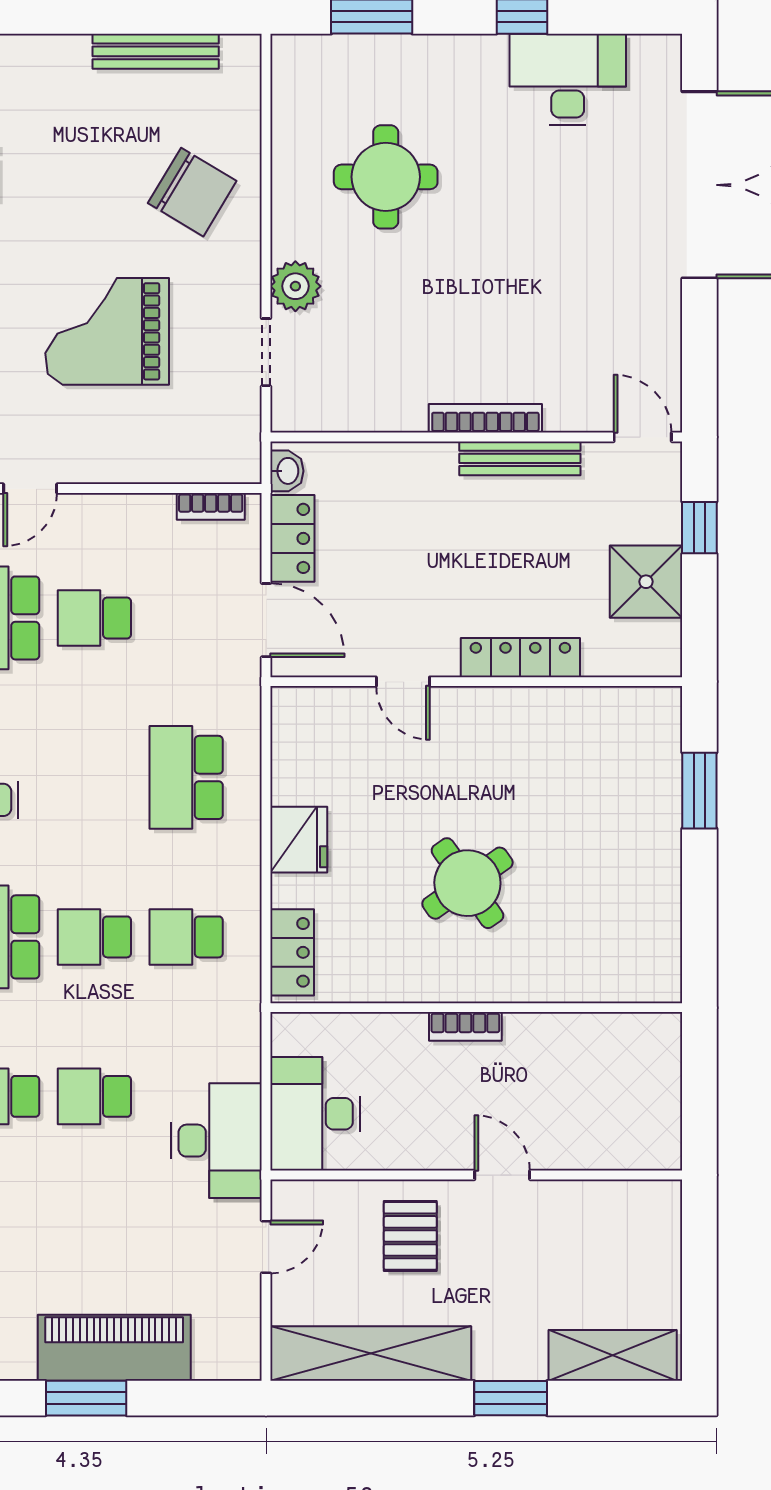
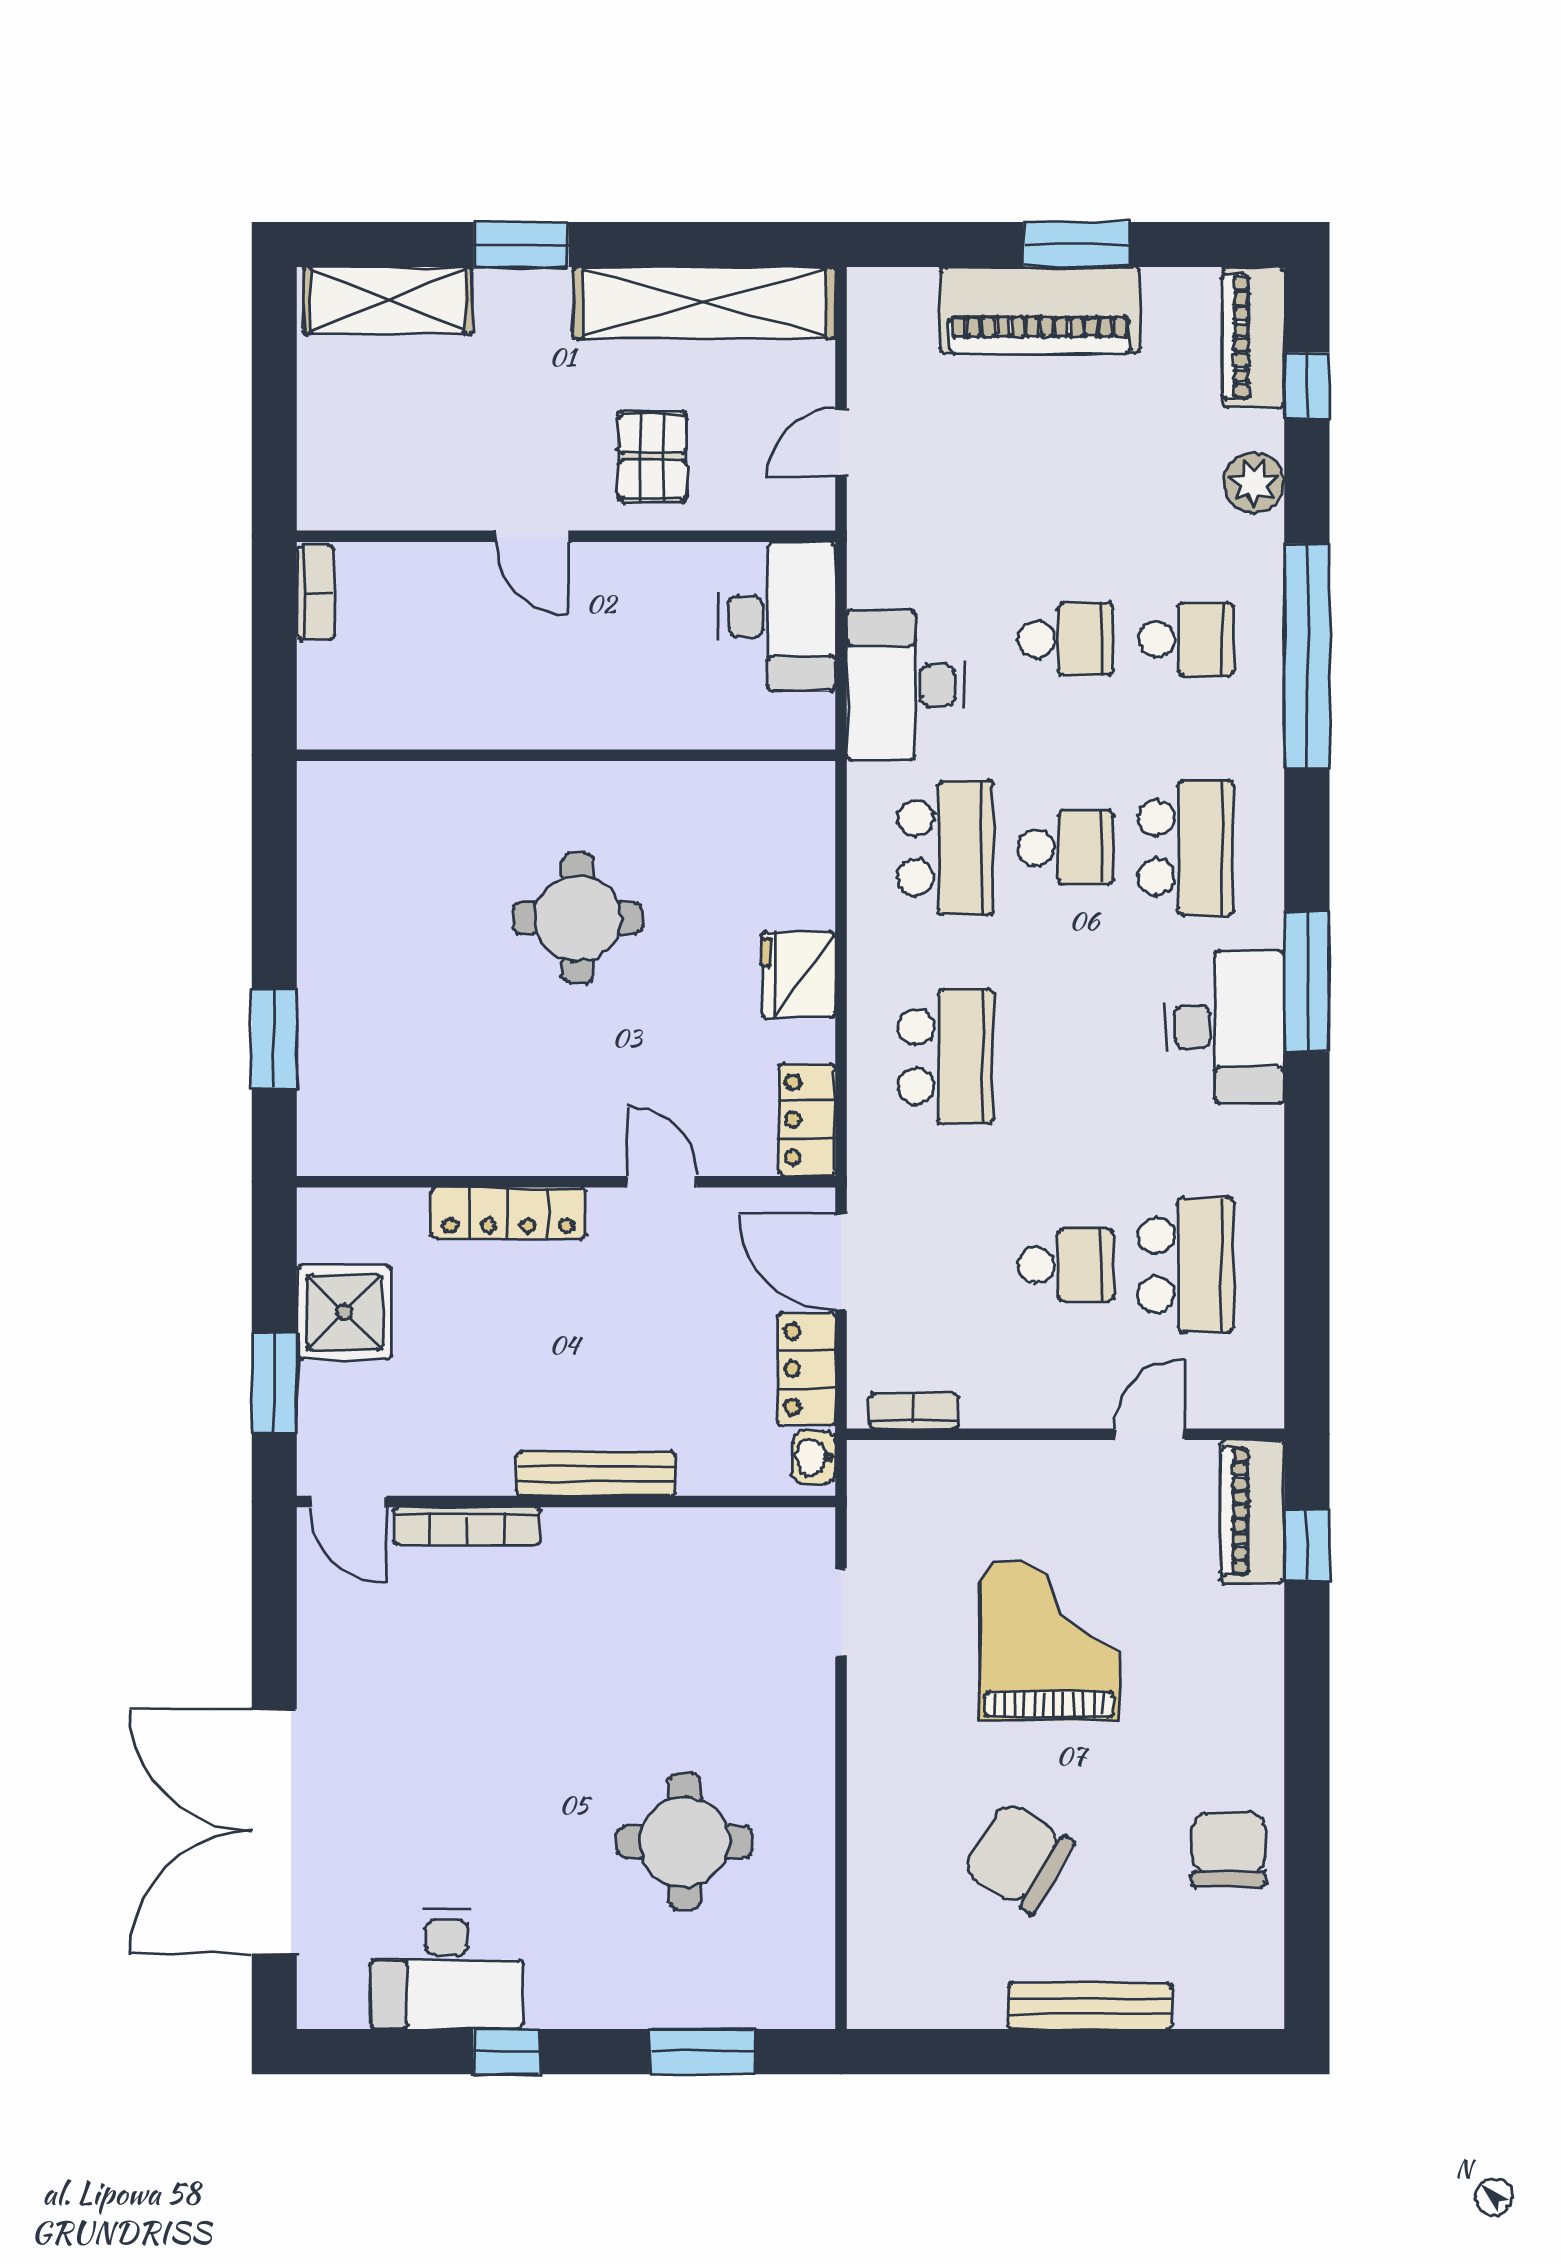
bench: (156, 51) -> (1090, 2006), moved
chair: (192, 192) -> (1019, 1857), moved
plant: (295, 286) -> (803, 1699), removed
grand piano: (107, 331) -> (1049, 1640), turned -90
bookcase: (485, 418) -> (467, 1526), moved
bench: (520, 458) -> (596, 1474), moved
window: (699, 528) -> (274, 1383), width x1.50
round table: (467, 883) -> (578, 918), turned 35
school desk: (186, 937) -> (946, 848), width x1.85
locker: (292, 952) -> (807, 1120), moved
bookcase: (465, 1026) -> (316, 593), moved, turned 90
desk: (217, 1141) -> (906, 685), moved

